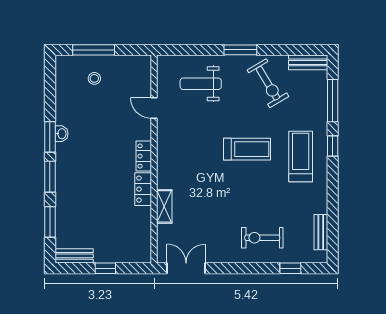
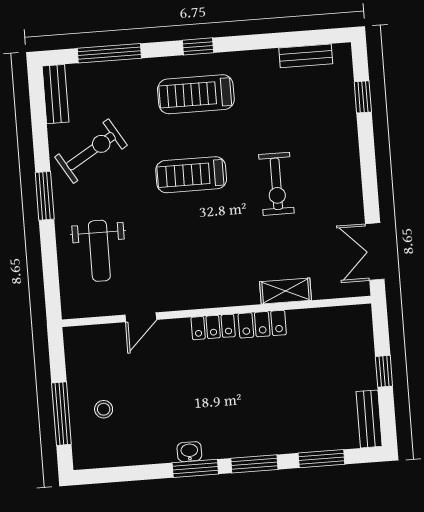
window: (333, 146) -> (198, 46), moved
treadmill: (247, 149) -> (191, 175), turned -90
exercise bike: (262, 238) -> (276, 184), moved

